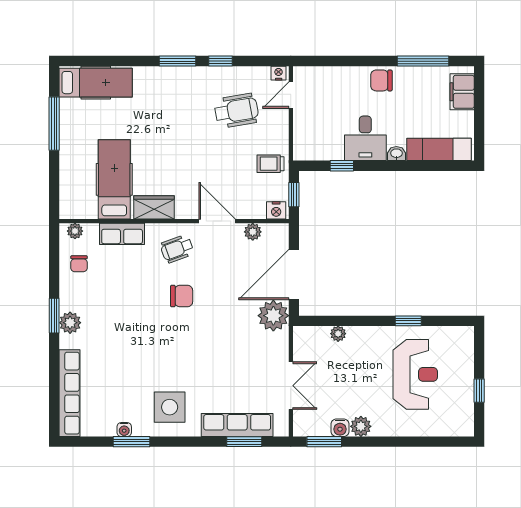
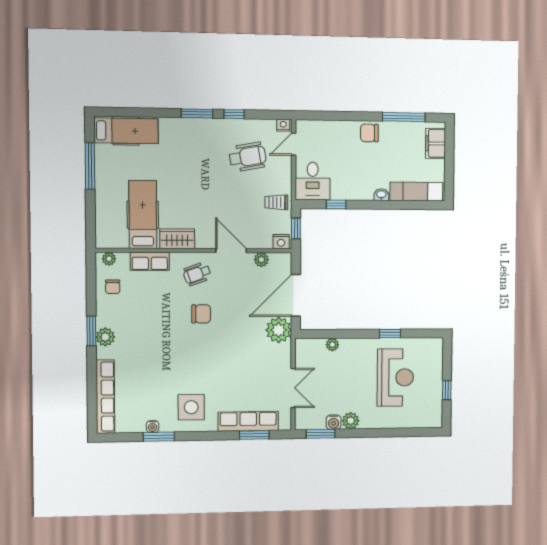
desk: (365, 138) -> (313, 181), moved

